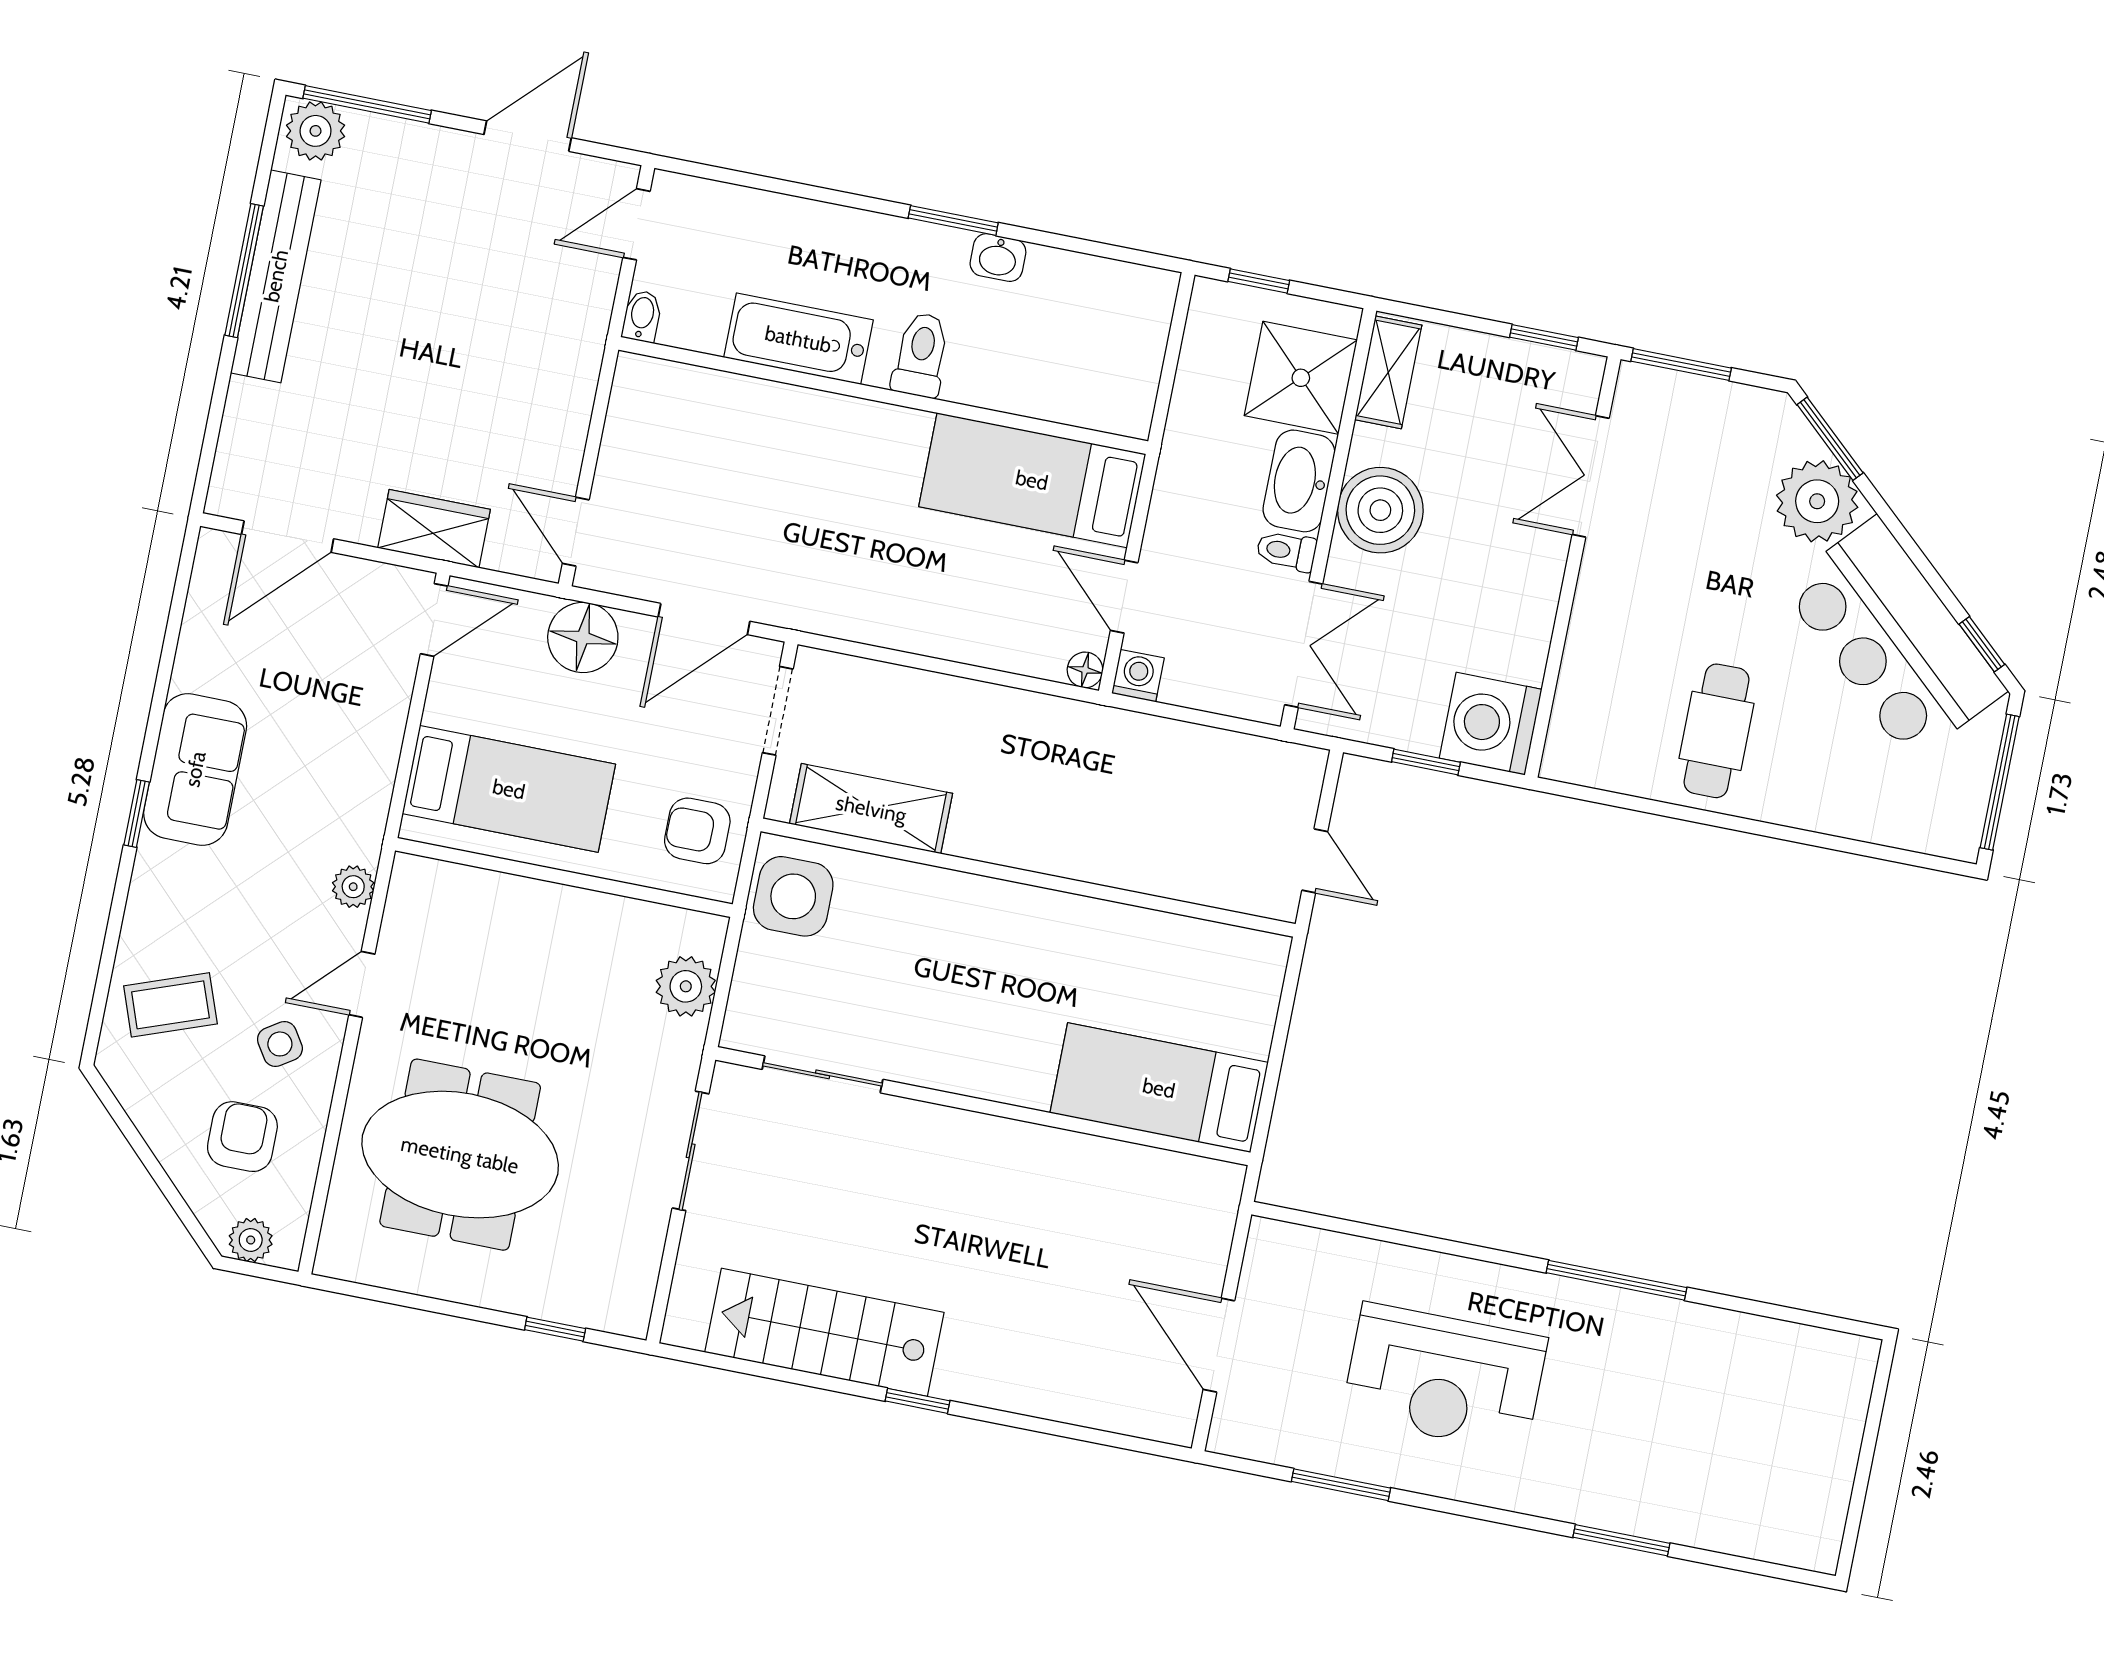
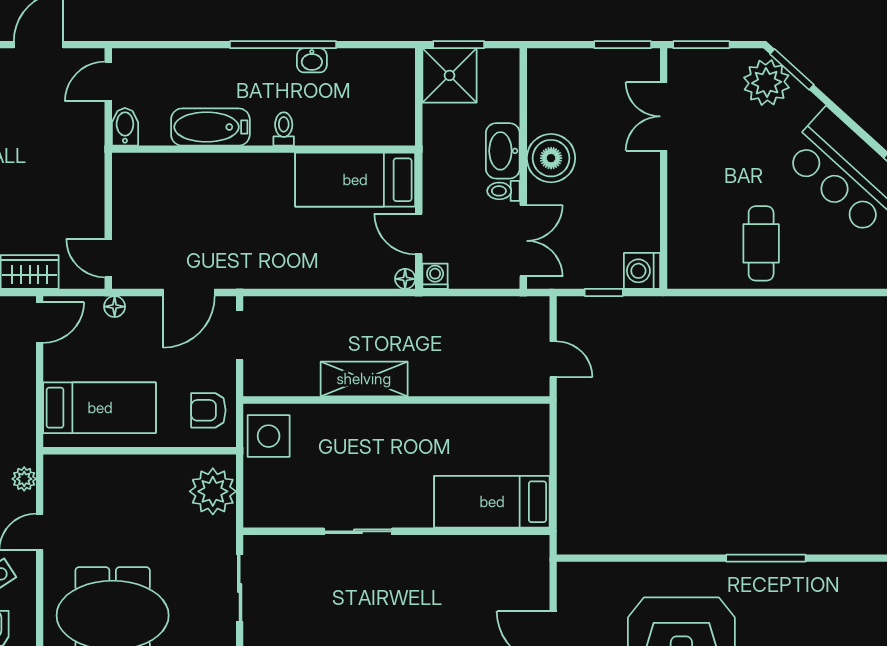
window: (953, 220) -> (283, 45), width x2.11
window: (1259, 281) -> (459, 45), width x1.50
bidet: (642, 316) -> (125, 127), width x1.38, depth x1.36
window: (1544, 337) -> (623, 45), width x1.50
toilet: (921, 355) -> (284, 129), width x0.73, depth x0.72
shelving: (1388, 372) -> (540, 81), removed
shower: (1301, 378) -> (450, 75), moved
plant: (1817, 501) -> (767, 83), moved
floor lamp: (583, 637) -> (115, 307), width x0.53, depth x0.53
washing machine: (1491, 724) -> (642, 271), width x0.73, depth x0.73
shelving: (871, 809) -> (364, 379), moved
plant: (686, 986) -> (213, 491), width x1.36, depth x1.36
sliding door: (823, 1074) -> (358, 531), moved

